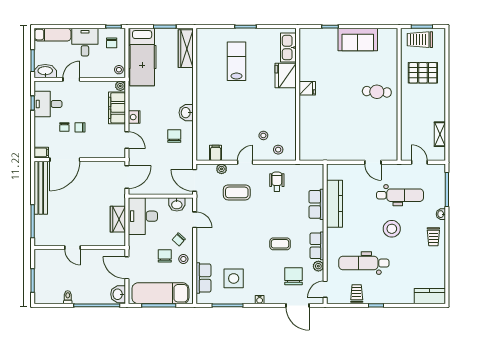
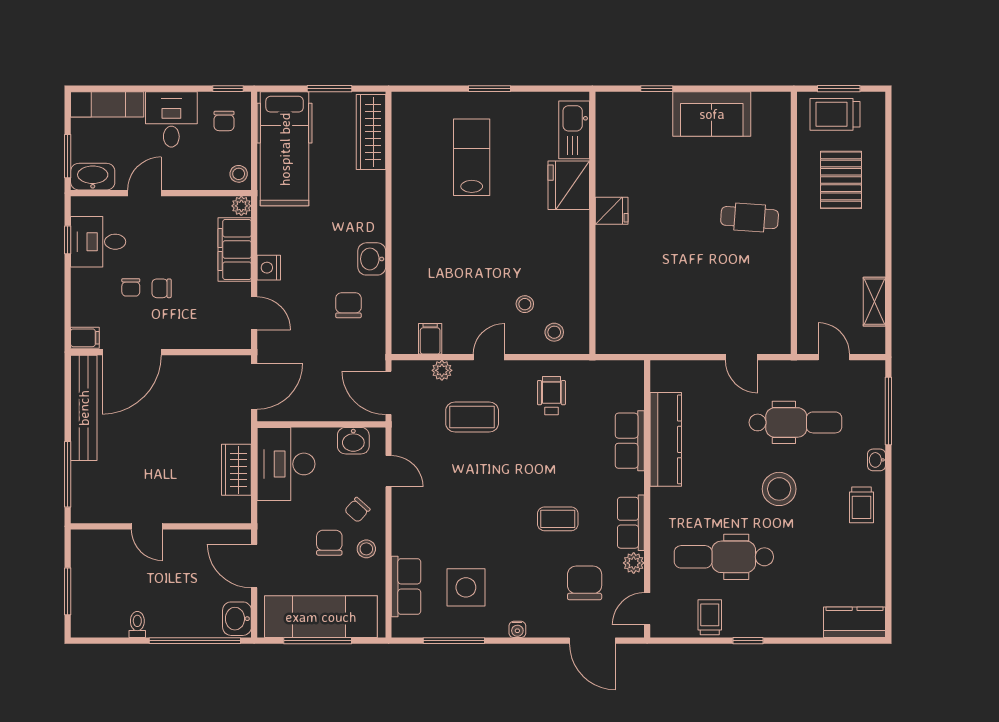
pallet: (423, 73) -> (841, 180), turned 90

